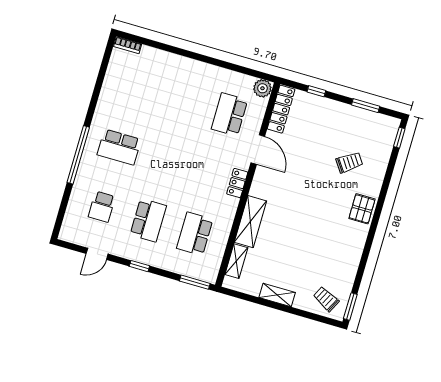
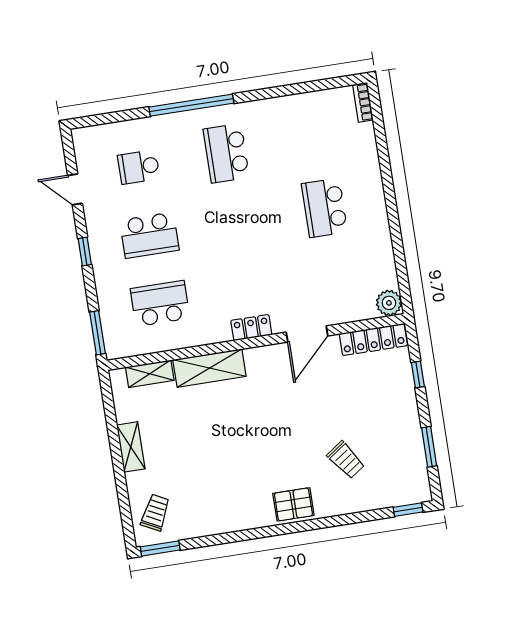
school desk: (229, 114) -> (324, 208), moved, turned -90

